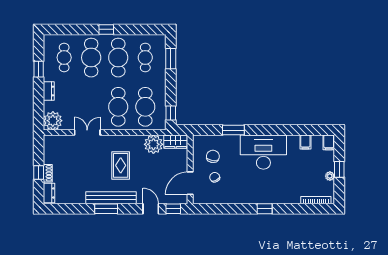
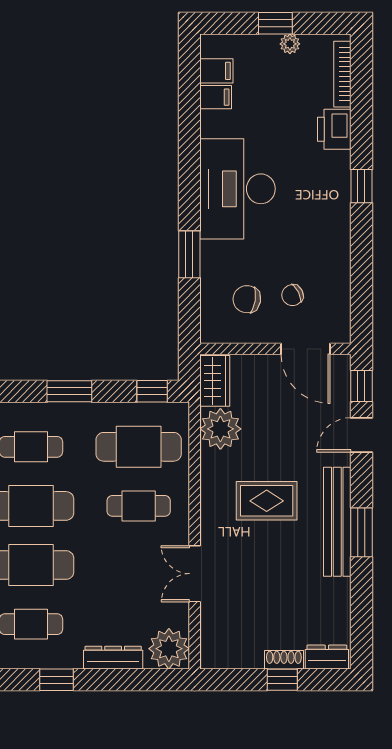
window: (171, 59) -> (69, 391), moved
dresser: (49, 91) -> (113, 658), width x1.44
cafe table: (118, 107) -> (139, 506), width x0.73, depth x0.74
filing cabinet: (329, 142) -> (216, 71), moved
printer: (291, 196) -> (334, 129), added

